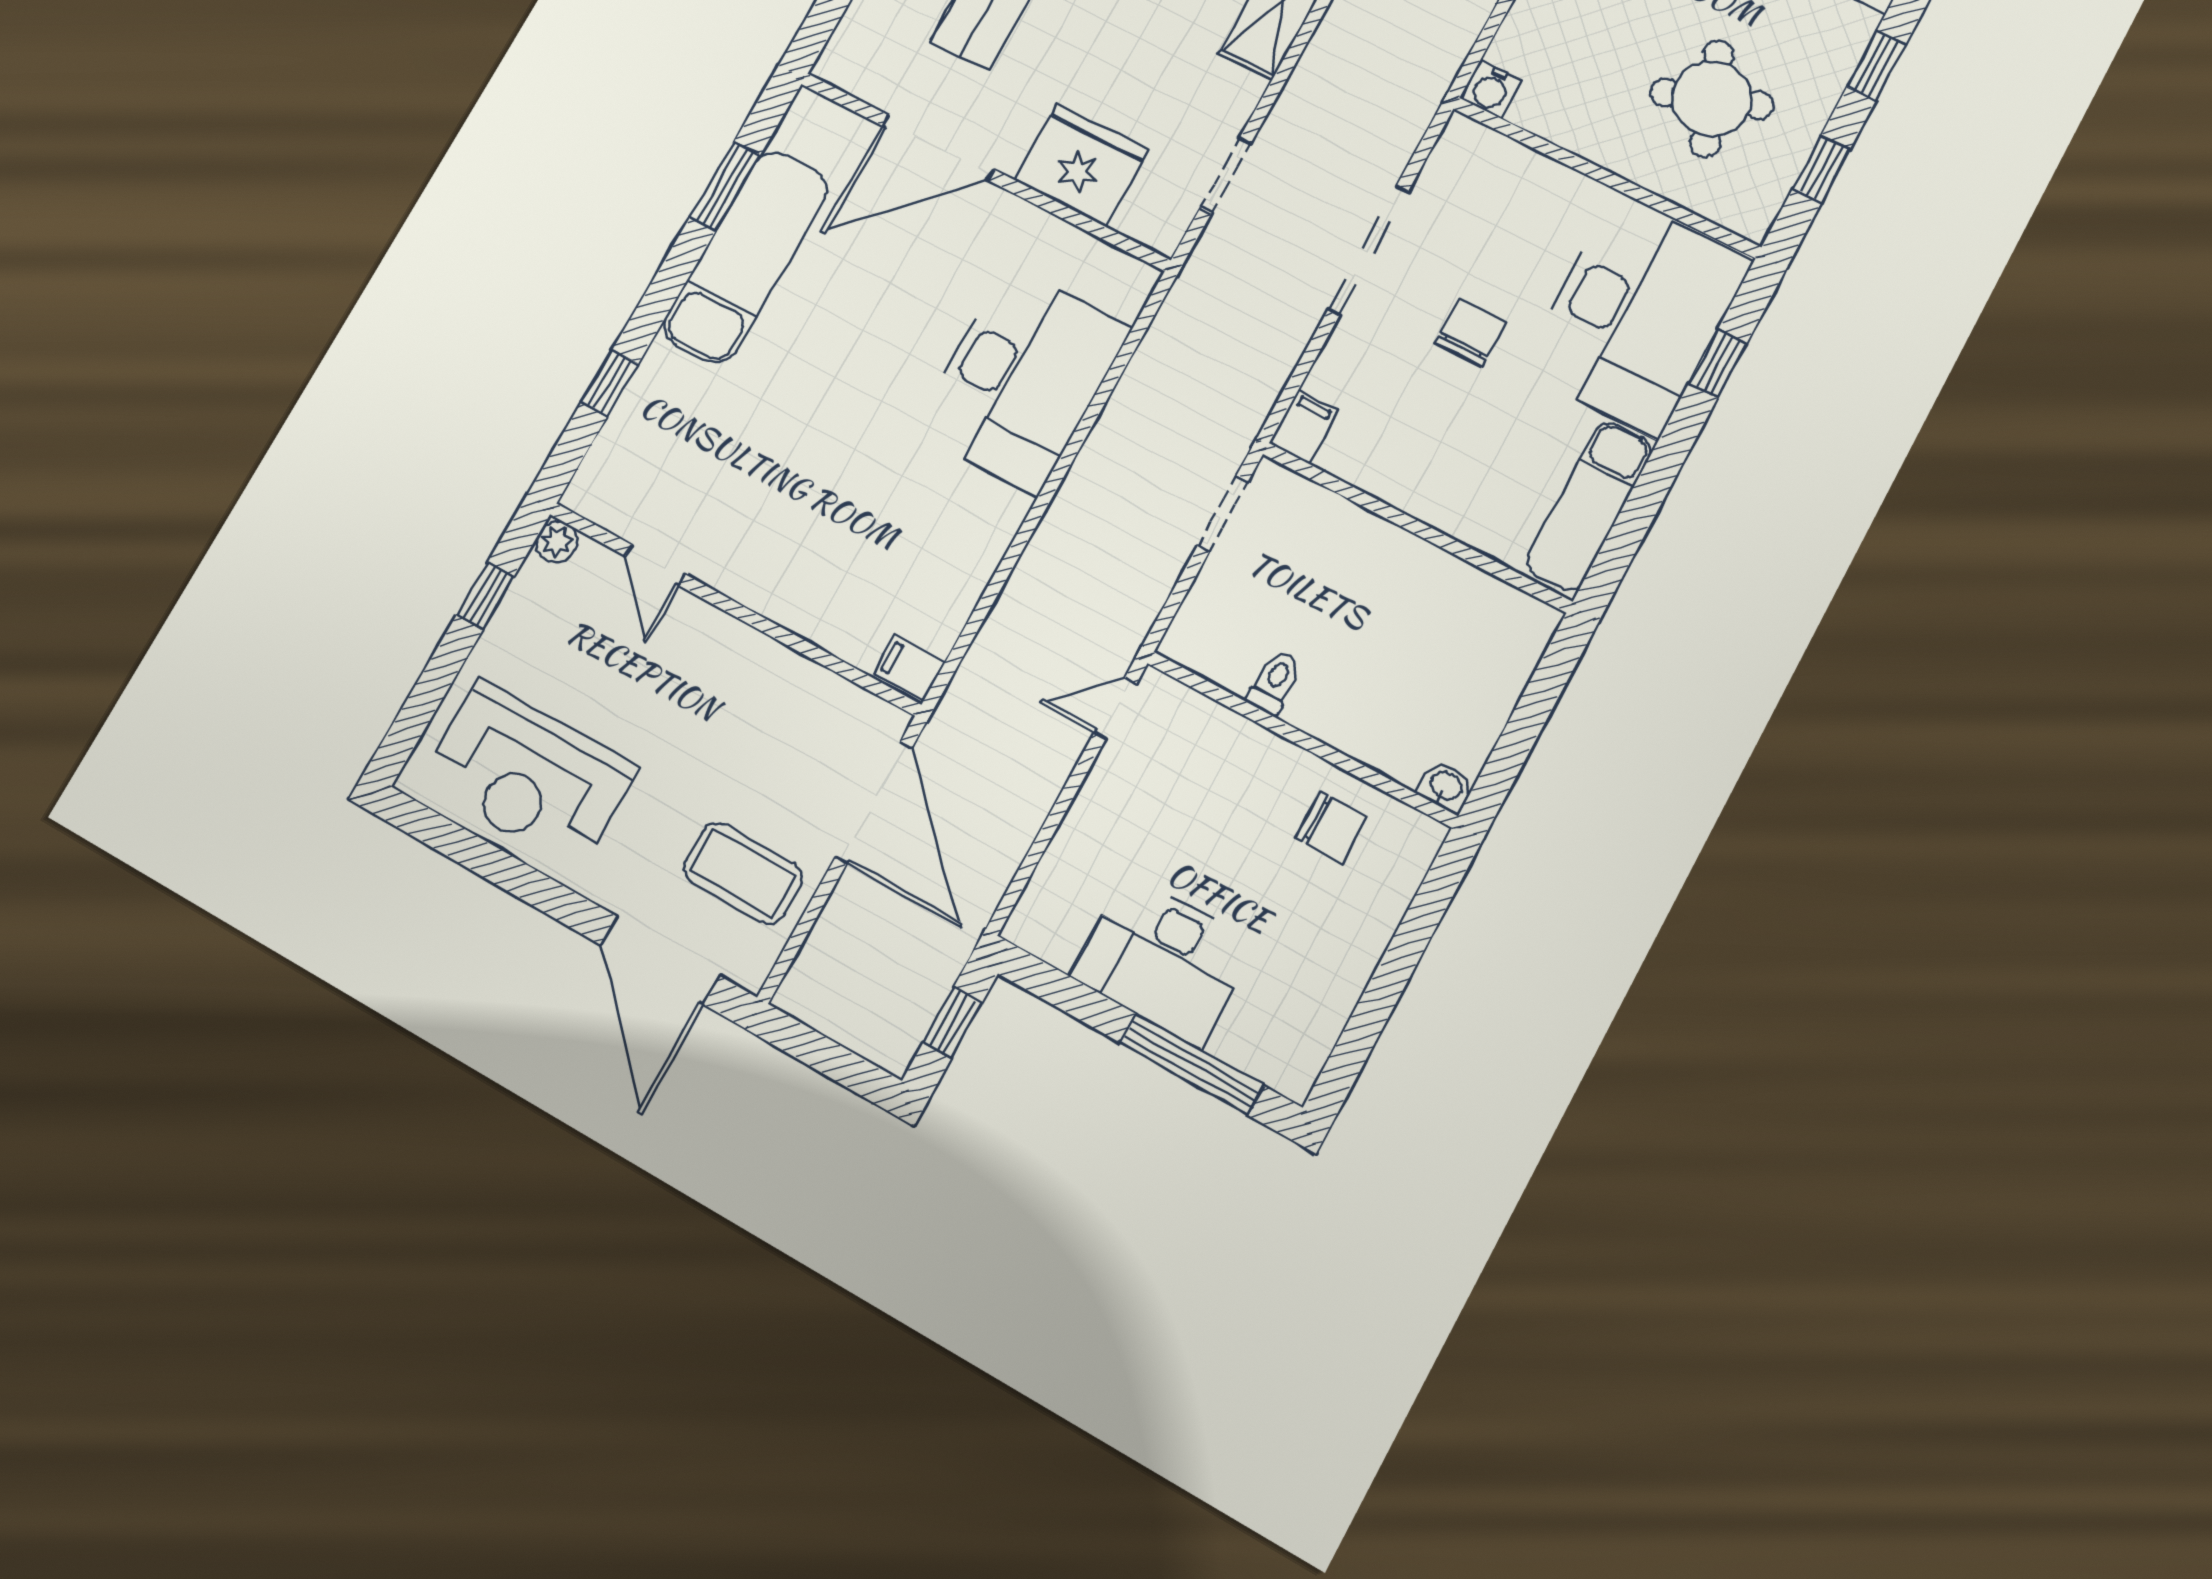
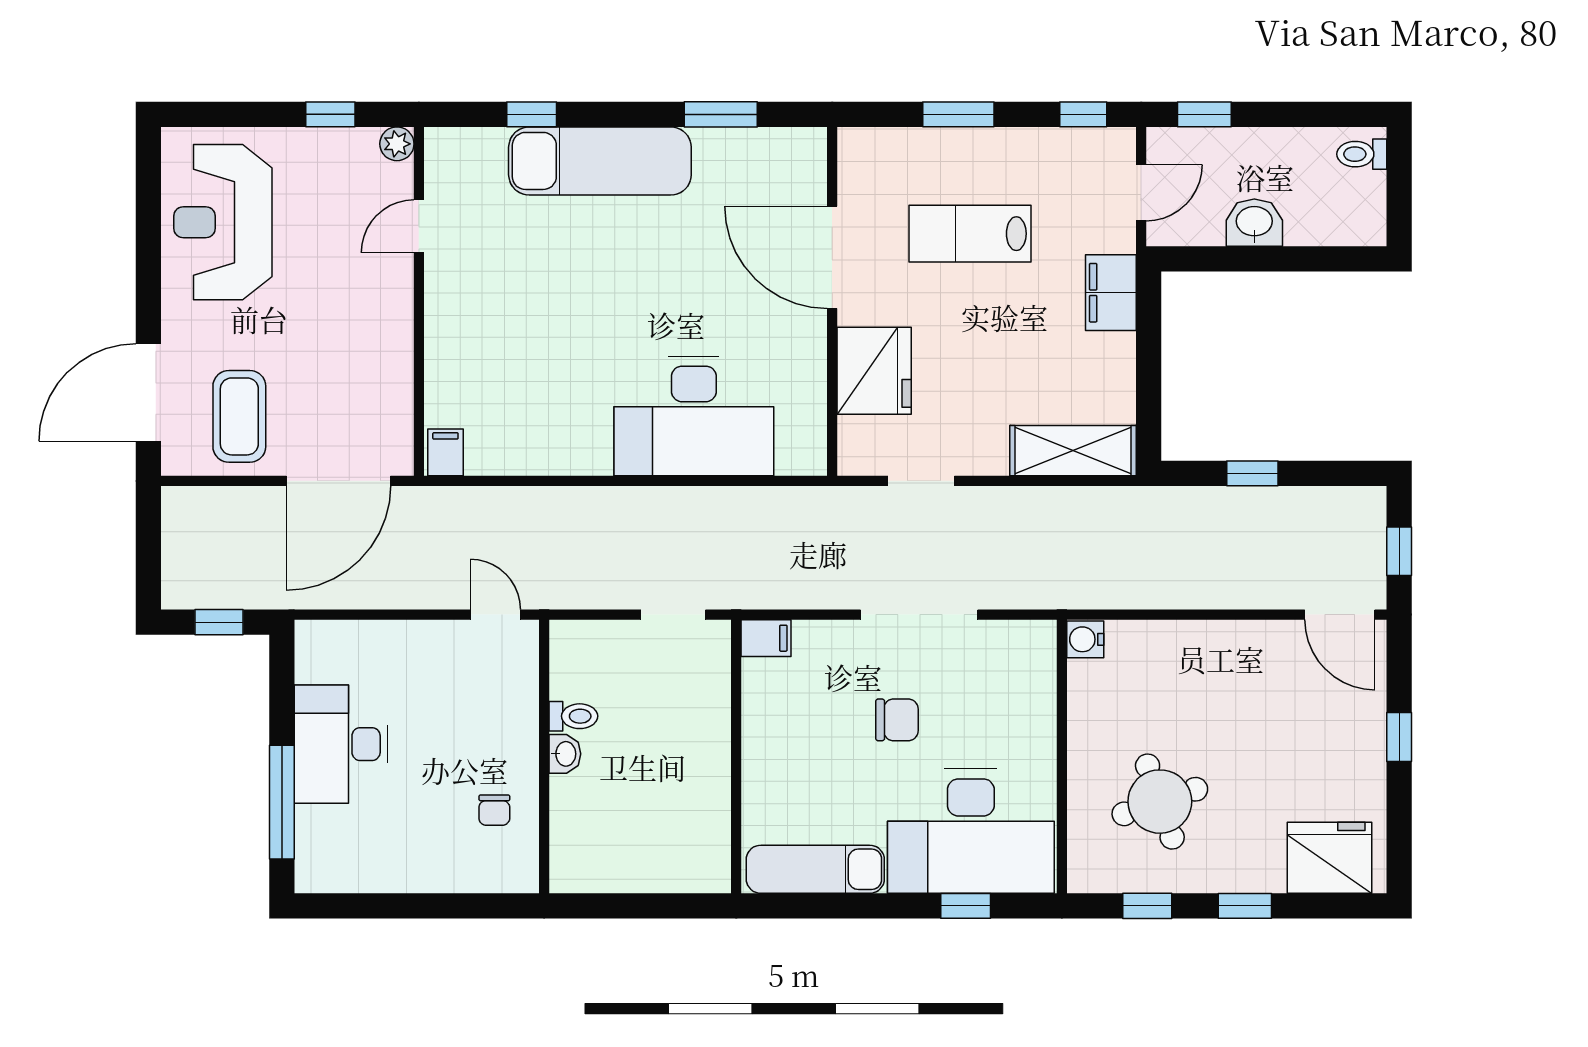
exam couch: (746, 257) -> (600, 161), moved
washbasin: (1446, 787) -> (565, 754), moved
chair: (1331, 827) -> (494, 810), width x0.73, depth x0.73

